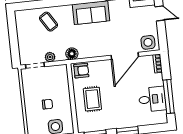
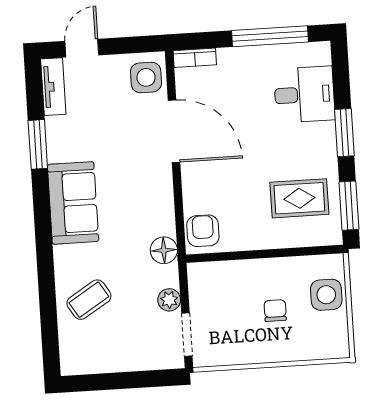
rug: (92, 99) -> (299, 198), moved
desk: (152, 99) -> (304, 95), moved, turned 90

